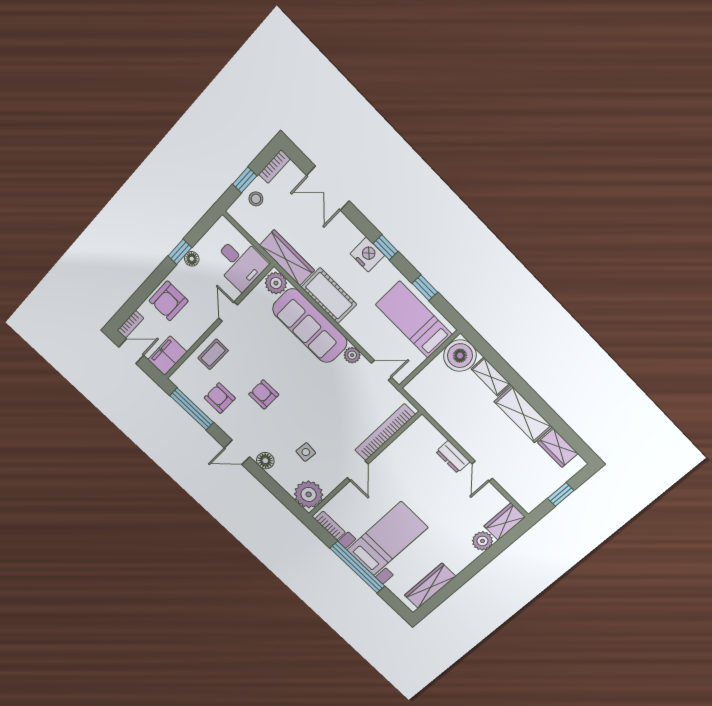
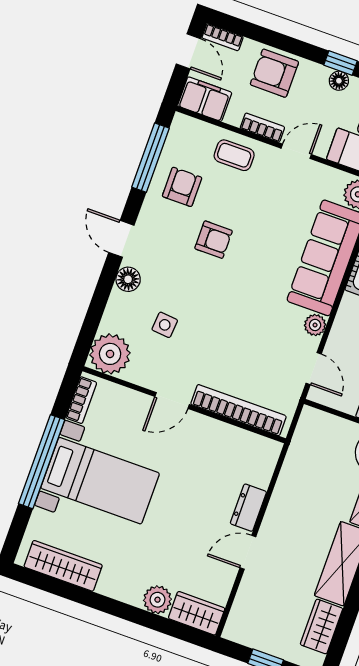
bookcase: (202, 327) -> (262, 128), added
armchair: (264, 394) -> (214, 240), turned 90

